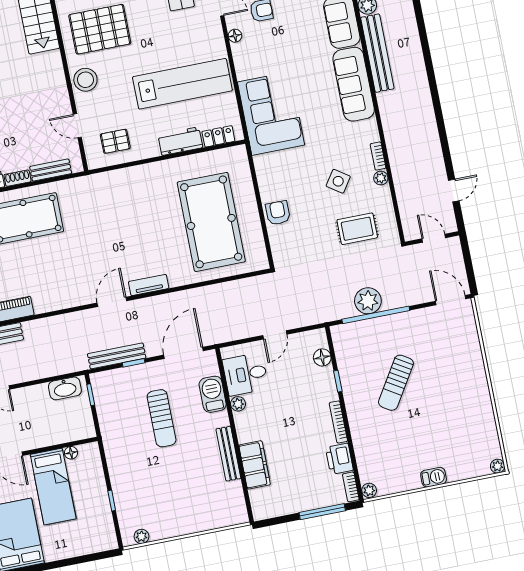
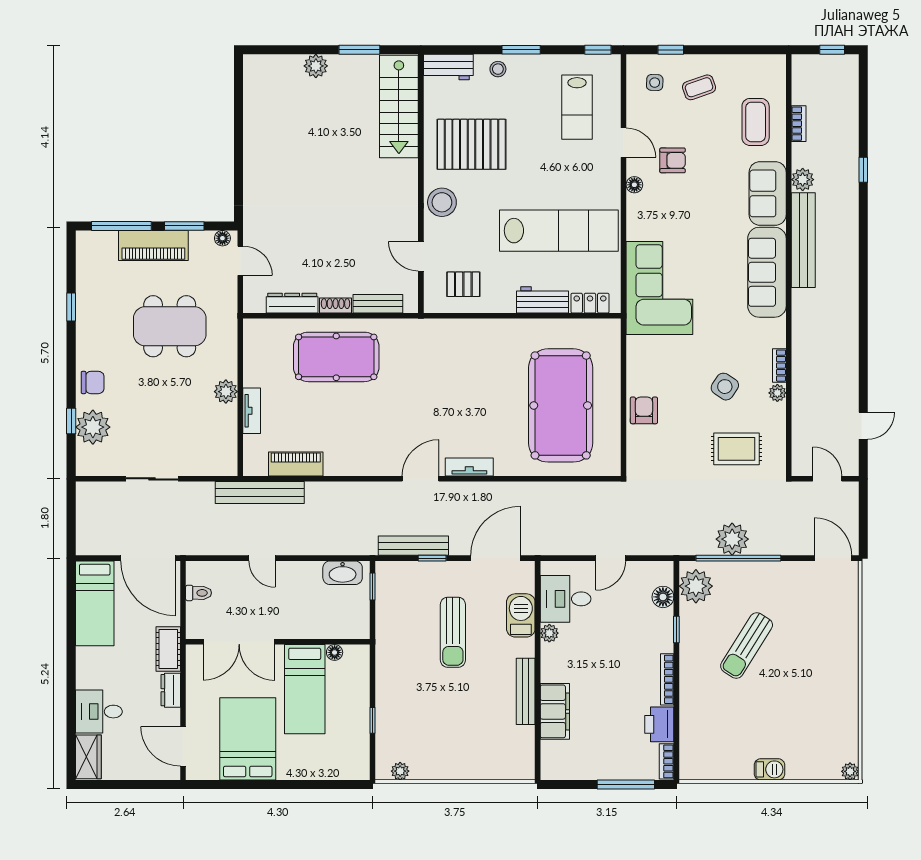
plant: (369, 490) -> (696, 586), moved, width x1.88, depth x1.88

